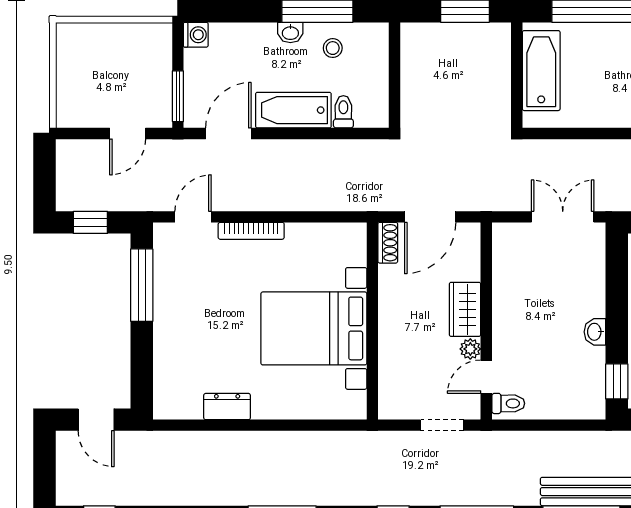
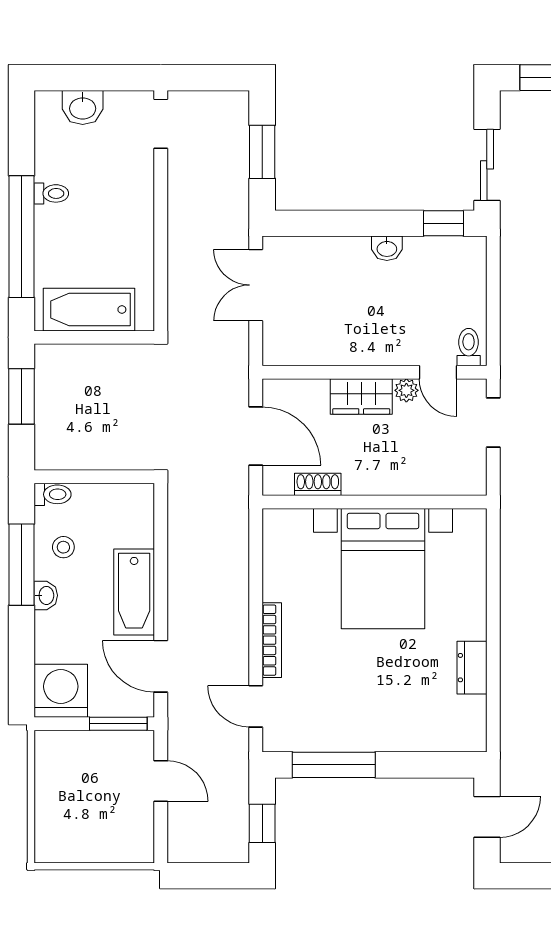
washing machine: (196, 35) -> (61, 691), width x1.89, depth x1.89
toilet: (343, 112) -> (53, 494), moved, turned 180
shoe rack: (388, 243) -> (318, 484), moved

